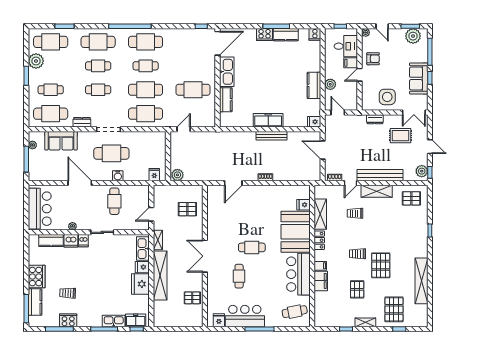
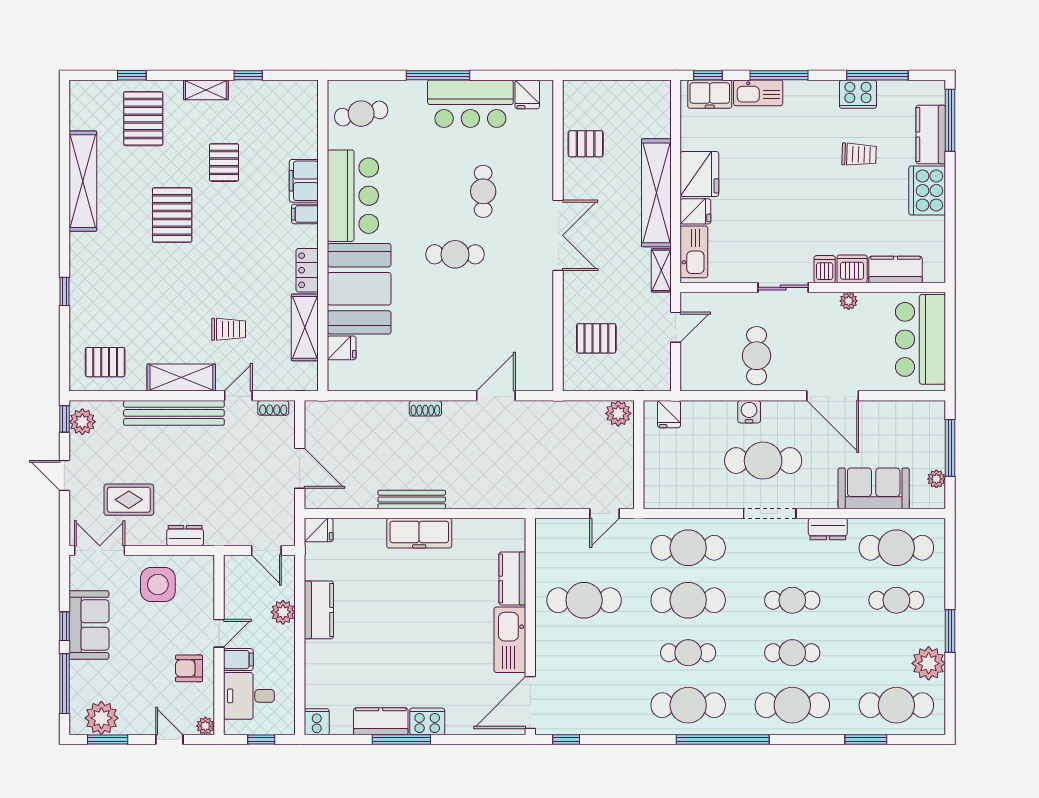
trolley: (358, 254) -> (223, 240), removed

